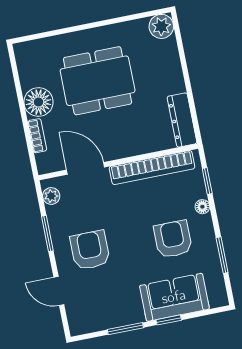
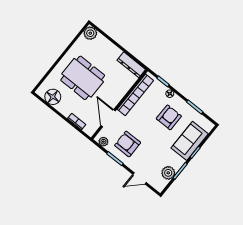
dining table: (98, 81) -> (83, 78), turned 90
floor lamp: (38, 102) -> (53, 97), moved
door: (86, 168) -> (108, 118), hinge flipped
armchair: (173, 239) -> (169, 117), turned 90
armchair: (90, 250) -> (128, 144), moved
plant: (106, 317) -> (168, 173), added

